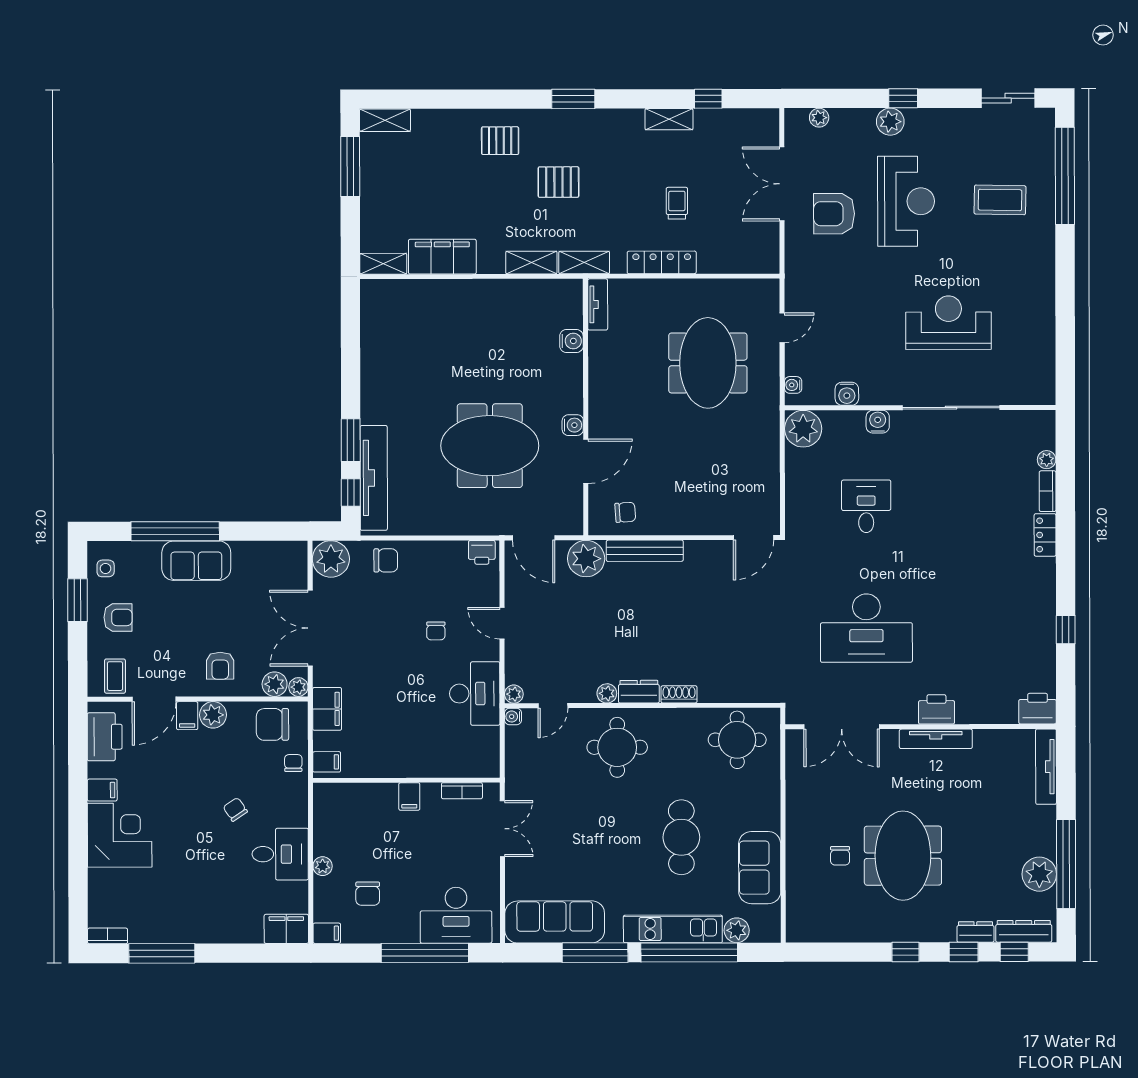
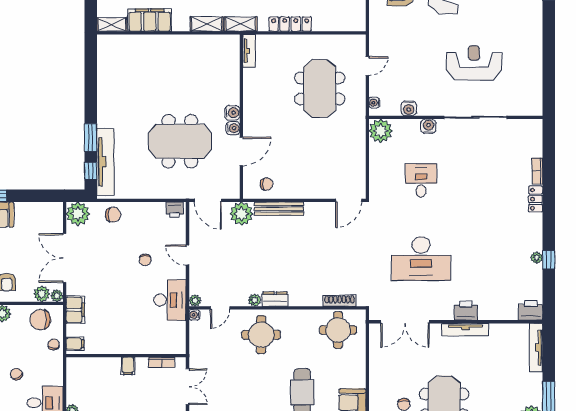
water cooler: (571, 341) -> (232, 113), moved
plant: (1047, 460) -> (537, 258), moved
shoe rack: (679, 694) -> (340, 301), moved, width x1.43

